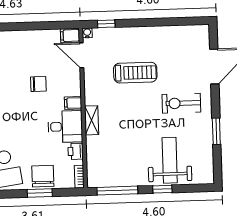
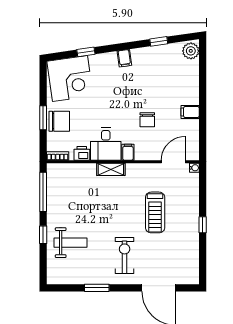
window: (106, 24) -> (203, 225), moved
filing cabinet: (70, 36) -> (190, 112), moved, turned -90
weight bench: (170, 160) -> (71, 243), width x0.73, depth x0.75

